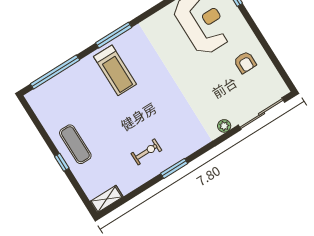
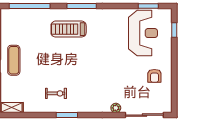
treadmill: (115, 70) -> (69, 29), turned 90

